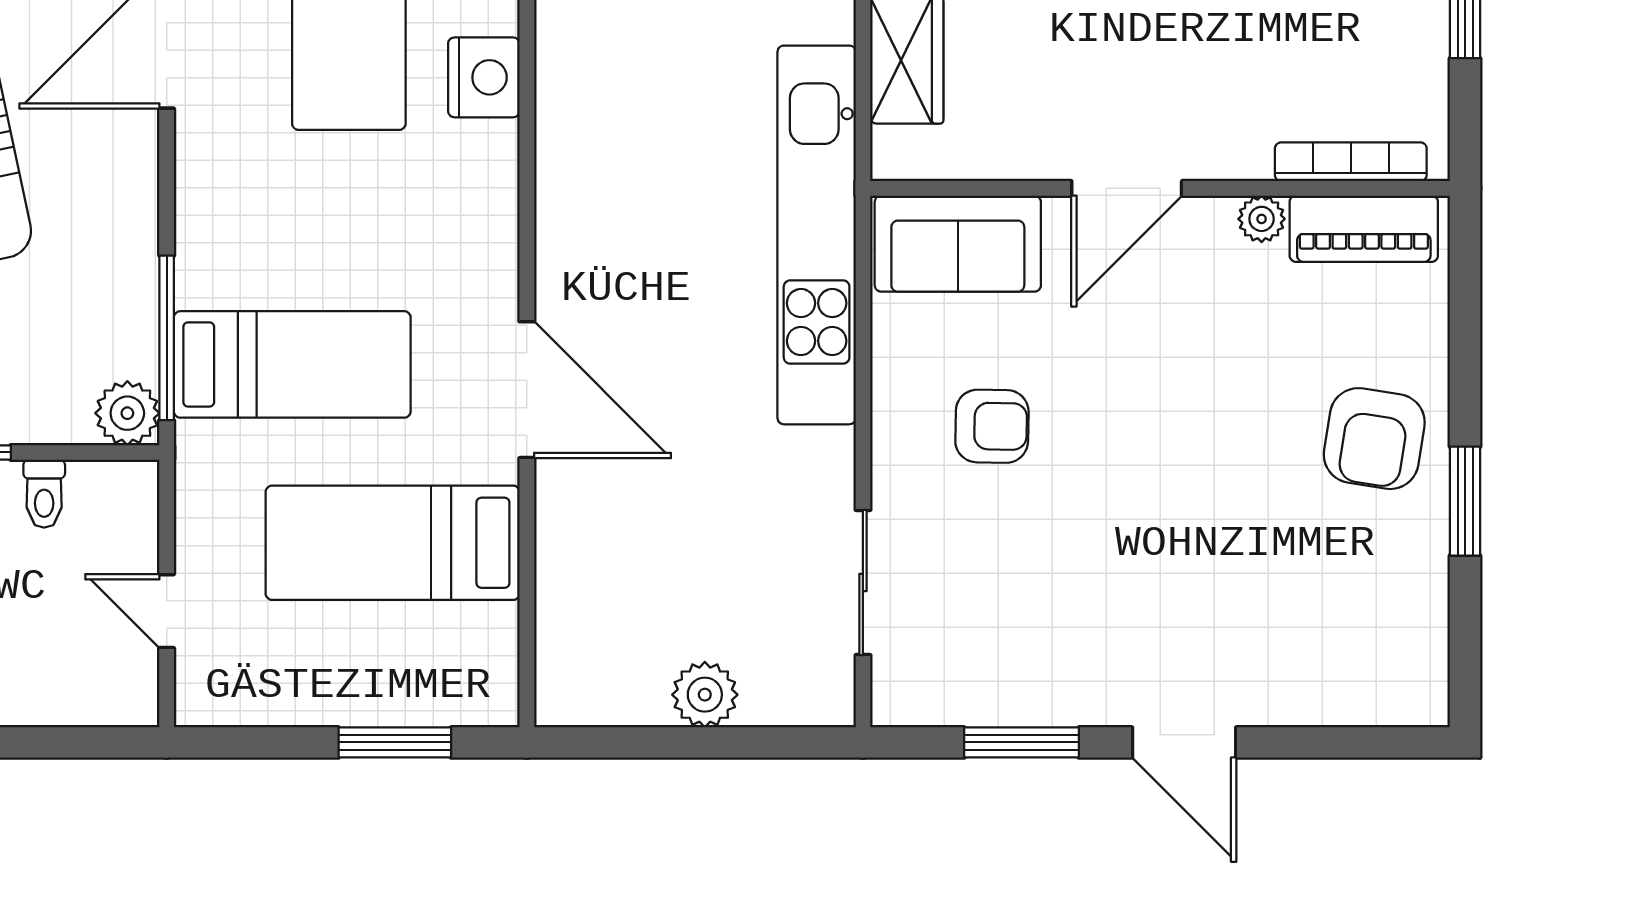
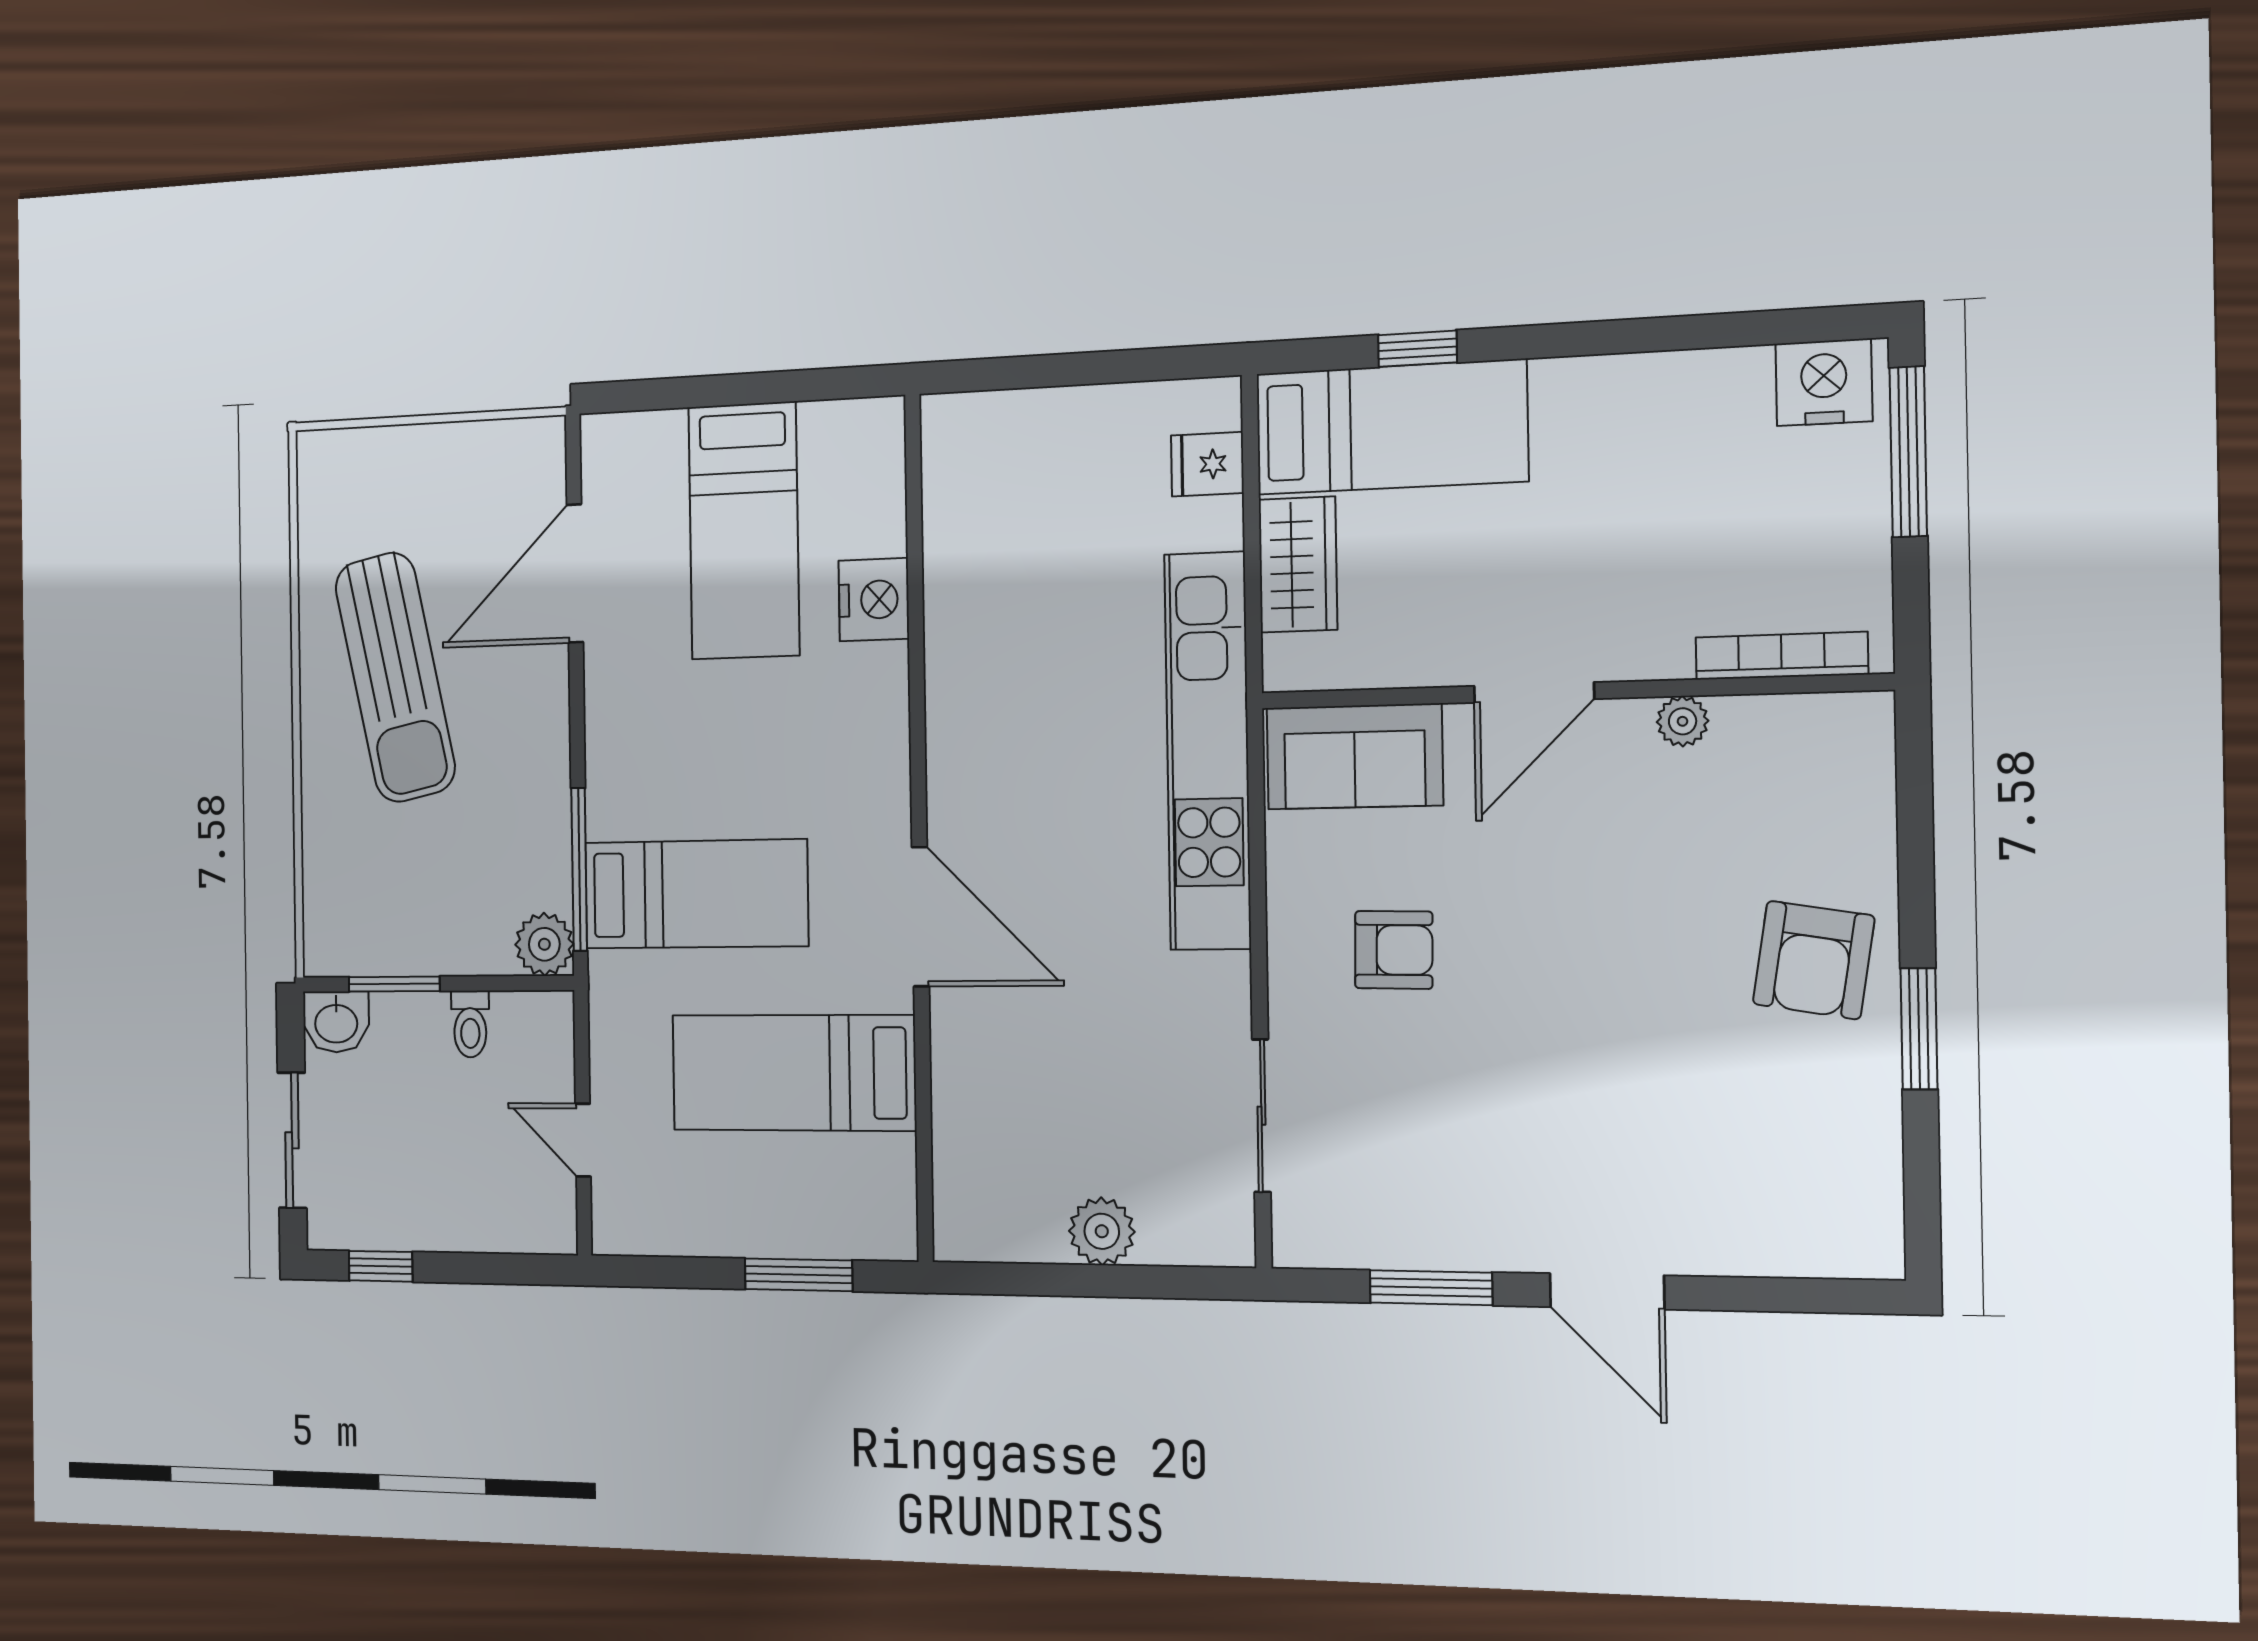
piano: (1364, 229) -> (1798, 729), removed

